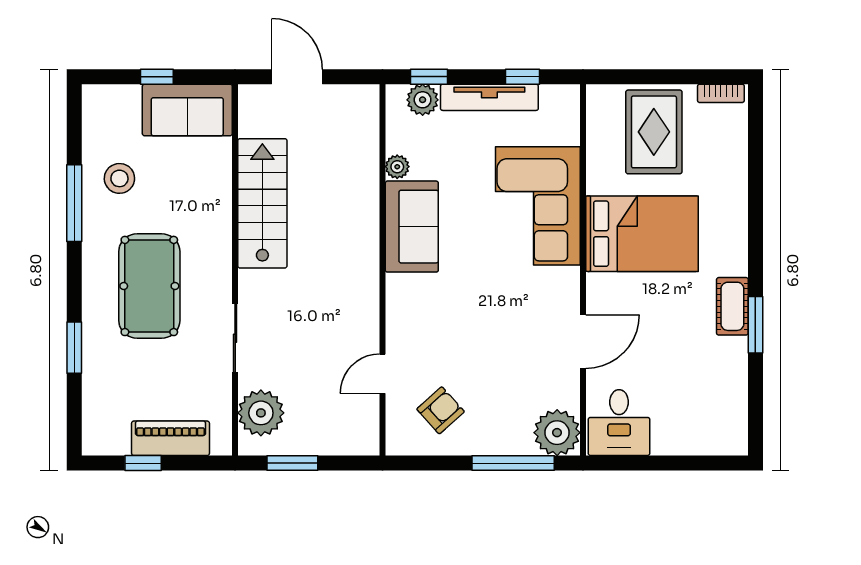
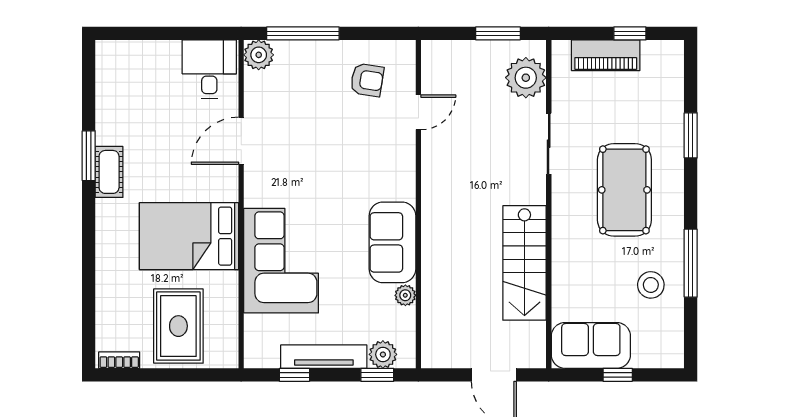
armchair: (441, 410) -> (367, 80), turned -129
plant: (557, 433) -> (259, 55), width x0.73, depth x0.73

